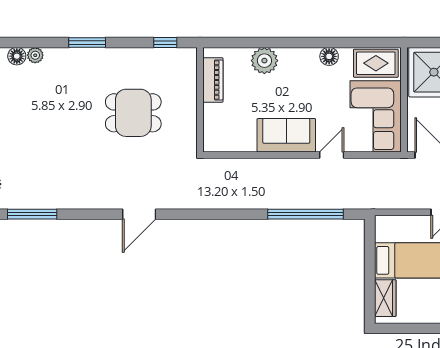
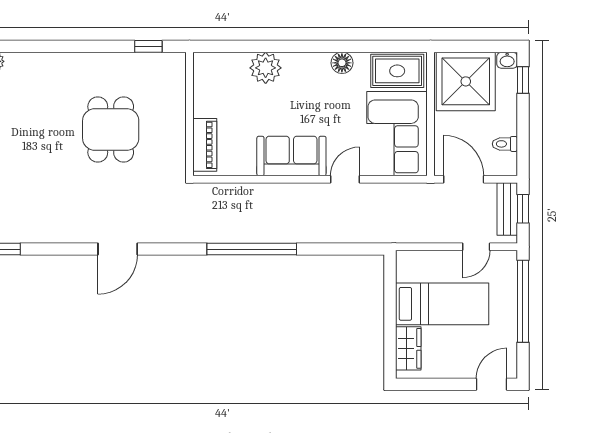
window: (87, 42) -> (56, 46), removed
piano: (213, 80) -> (205, 145), moved
dining table: (133, 113) -> (111, 129), turned 90
window: (306, 214) -> (252, 249), moved

